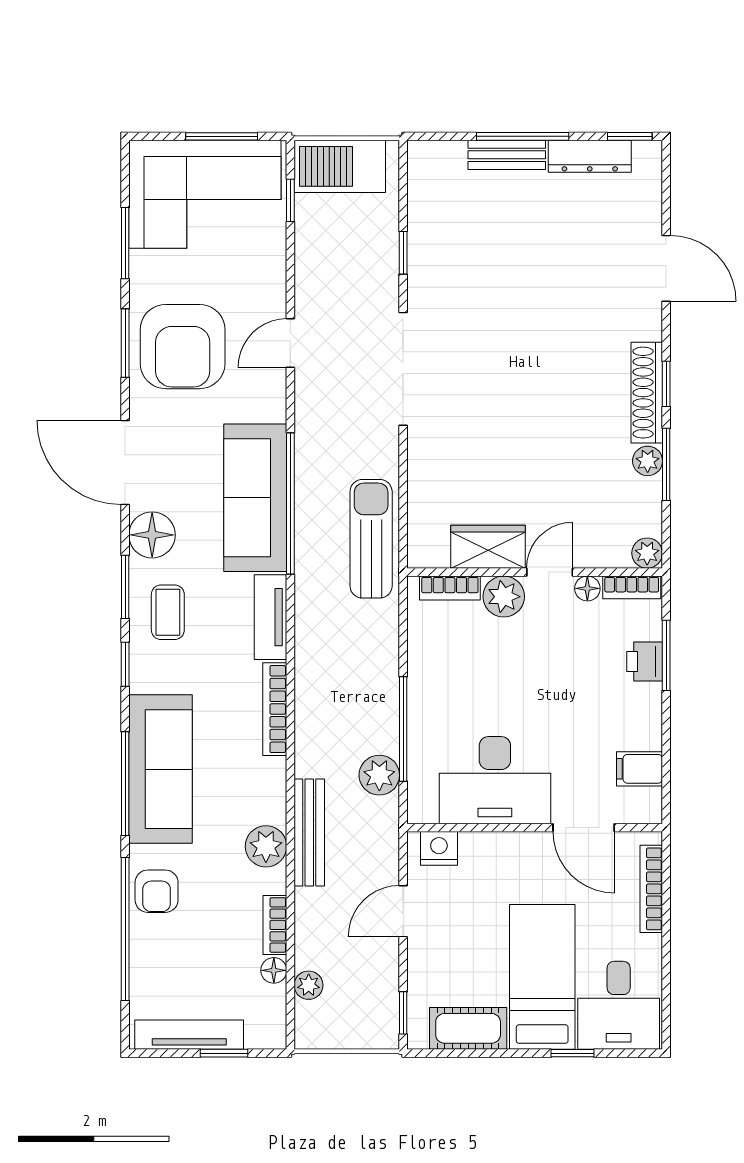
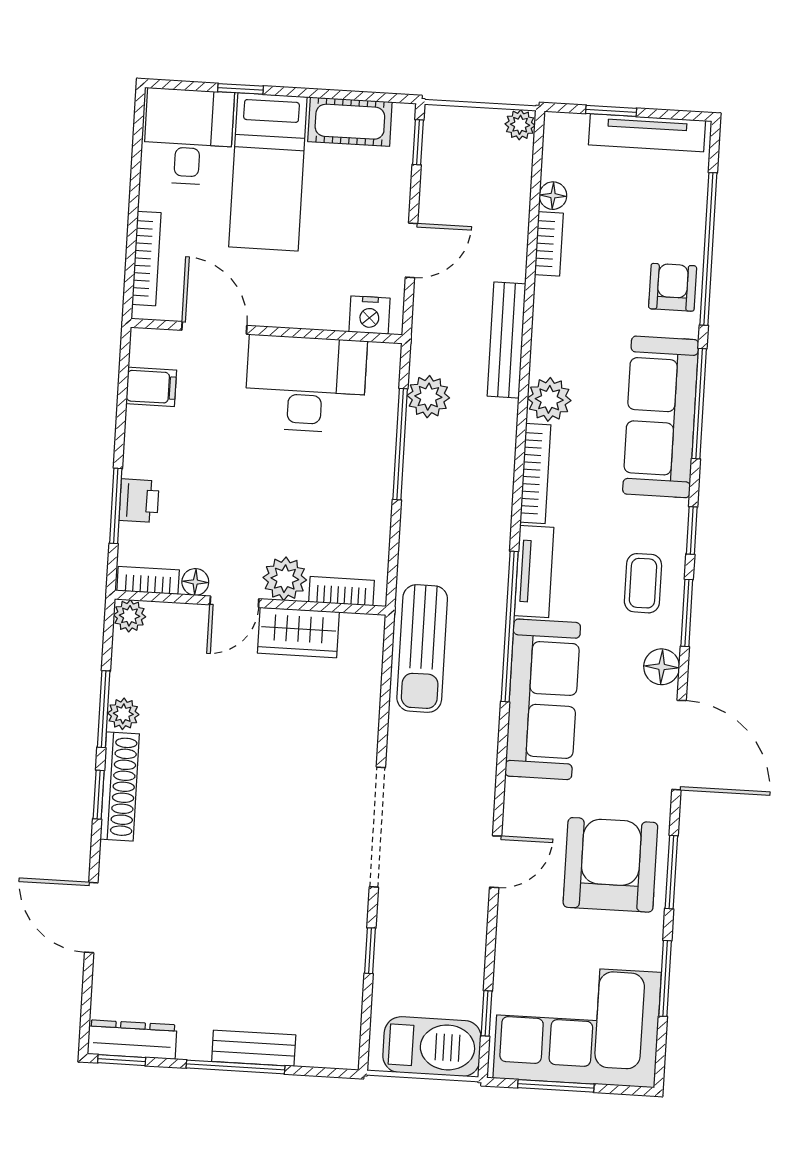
dresser: (590, 156) -> (132, 1040), moved
window: (290, 503) -> (510, 626), moved
floor lamp: (152, 535) -> (662, 667), width x0.73, depth x0.73
plant: (266, 846) -> (549, 399), moved
plant: (309, 985) -> (520, 125), moved

